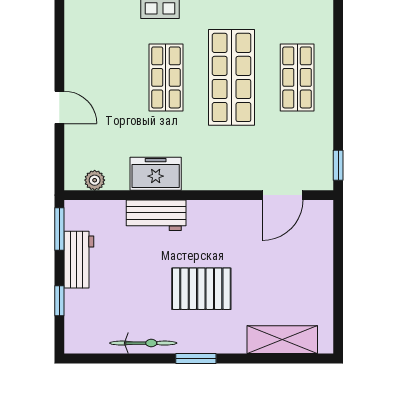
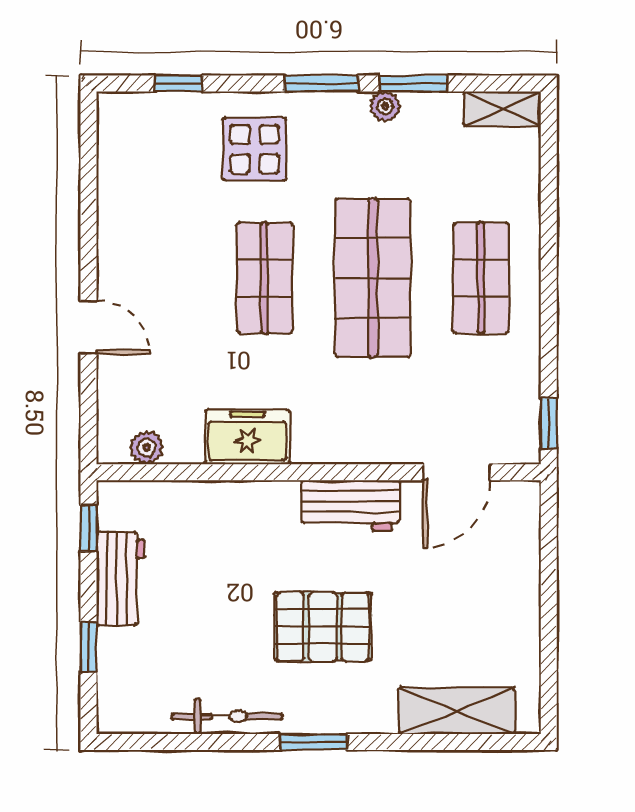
workbench: (156, 215) -> (351, 506), moved
window: (59, 229) -> (89, 528), width x0.67

